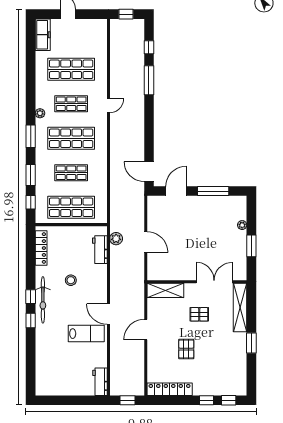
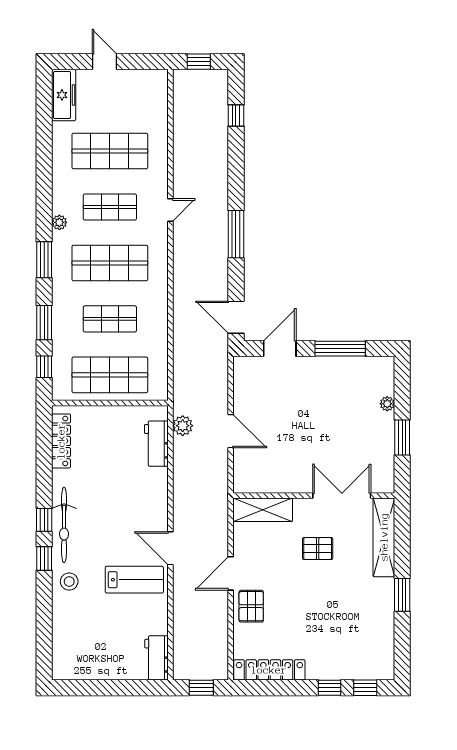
window: (149, 80) -> (236, 234), moved
stool: (71, 280) -> (69, 582), moved
pallet: (186, 349) -> (251, 606), moved

